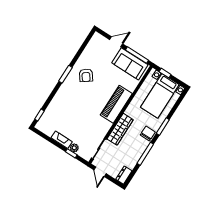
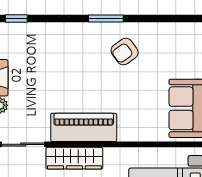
piano: (116, 104) -> (84, 127), moved

